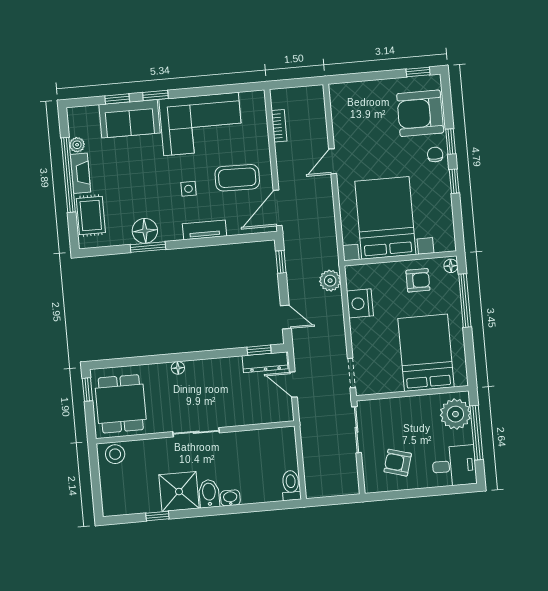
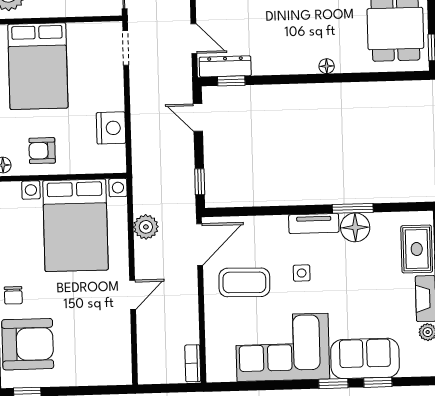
bookcase: (279, 126) -> (193, 363), moved
tv unit: (204, 230) -> (314, 224), moved
plant: (330, 281) -> (146, 227), moved

